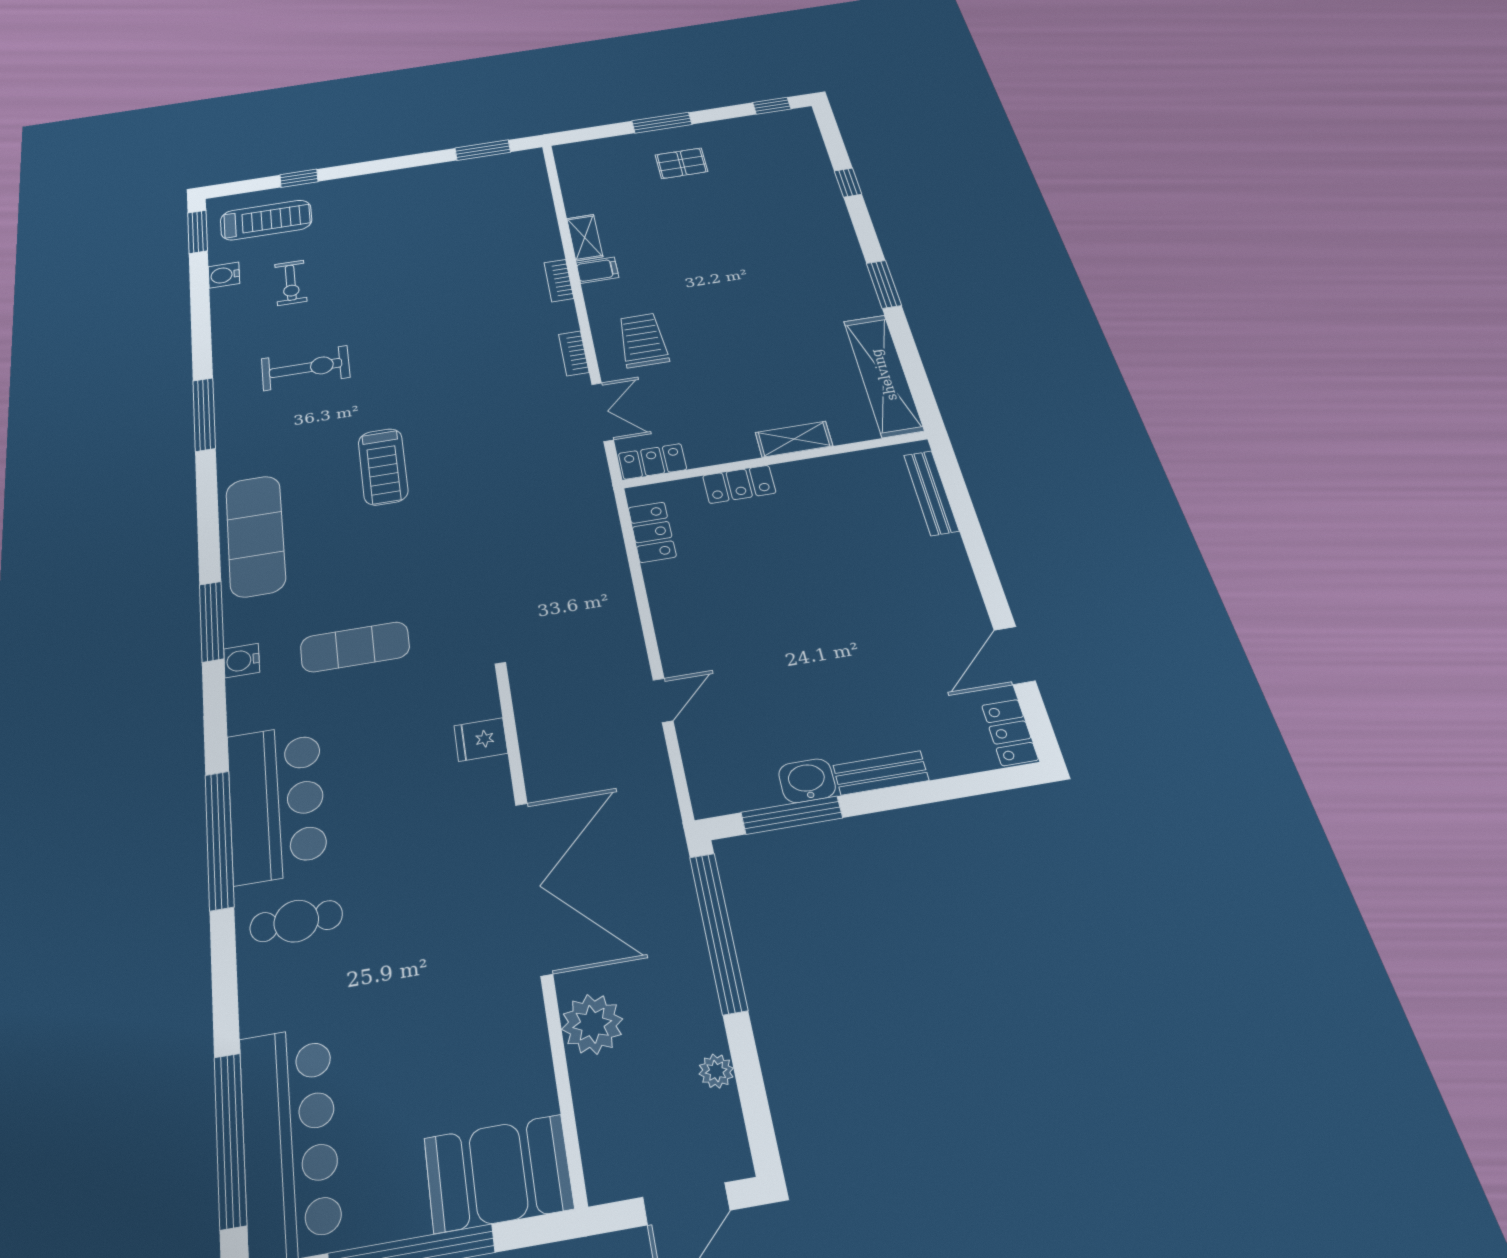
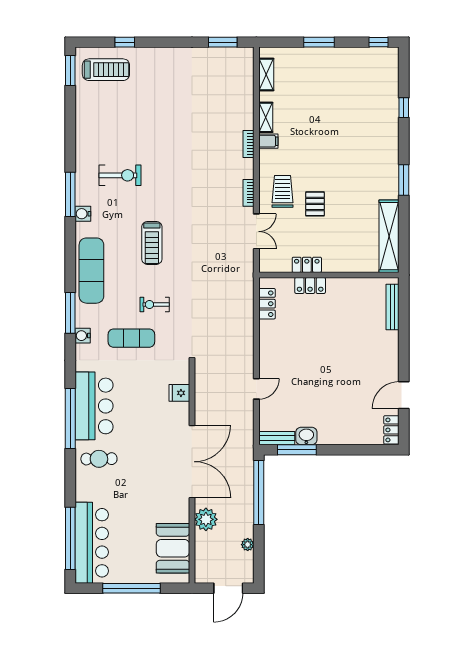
pallet: (681, 163) -> (315, 204), moved, turned 90
water cooler: (224, 275) -> (83, 214), moved
exercise bike: (291, 283) -> (155, 305), moved, turned 90
shelving: (794, 439) -> (266, 74), moved, turned 90
locker: (652, 461) -> (307, 265), moved
bench: (881, 773) -> (277, 438), moved
booth: (498, 1173) -> (173, 548), moved, turned 90

